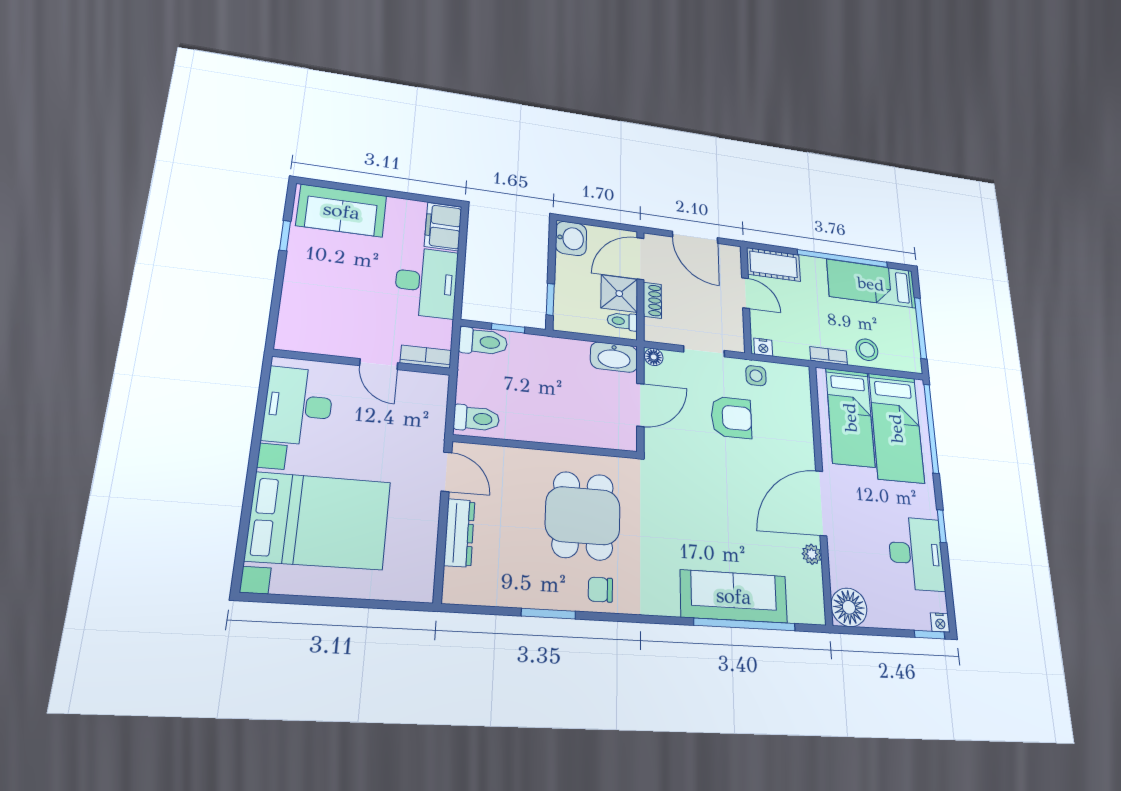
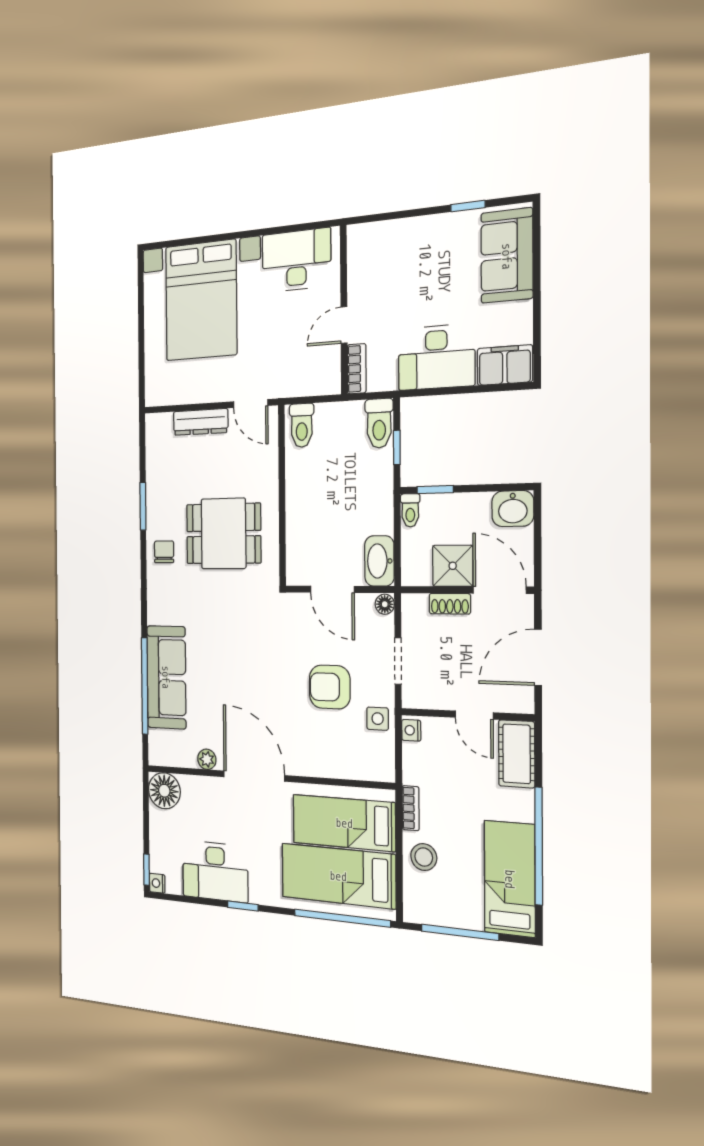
door: (746, 293) -> (474, 715), hinge flipped
toilet: (622, 321) -> (410, 510), moved, turned 180
armchair: (731, 417) -> (330, 687), turned 90
door: (446, 472) -> (251, 404), hinge flipped

